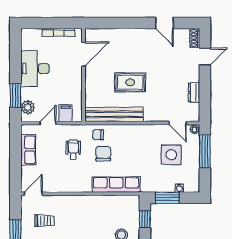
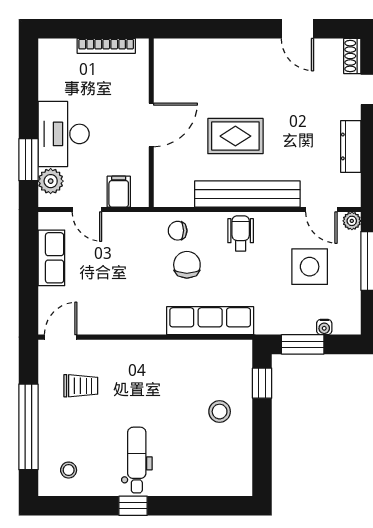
door: (83, 54) -> (151, 125), moved
desk: (35, 69) -> (64, 134), moved
dresser: (194, 92) -> (351, 146), width x1.44
bench: (114, 114) -> (247, 194), moved
door: (48, 123) -> (87, 209), swing flipped
wheelchair: (73, 149) -> (241, 233), moved

